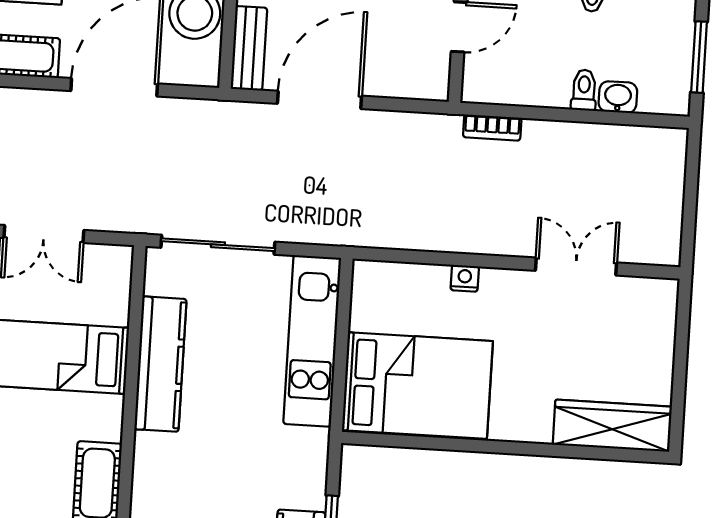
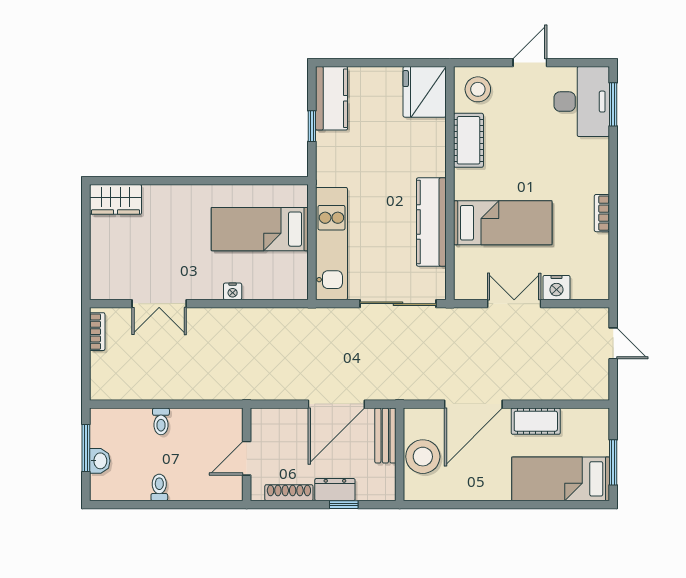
washbasin: (618, 97) -> (100, 461), moved, turned -90
bookcase: (492, 128) -> (97, 332), moved, turned 90
bed: (417, 386) -> (260, 229), width x0.67
wardrobe: (612, 426) -> (116, 199), width x0.67

